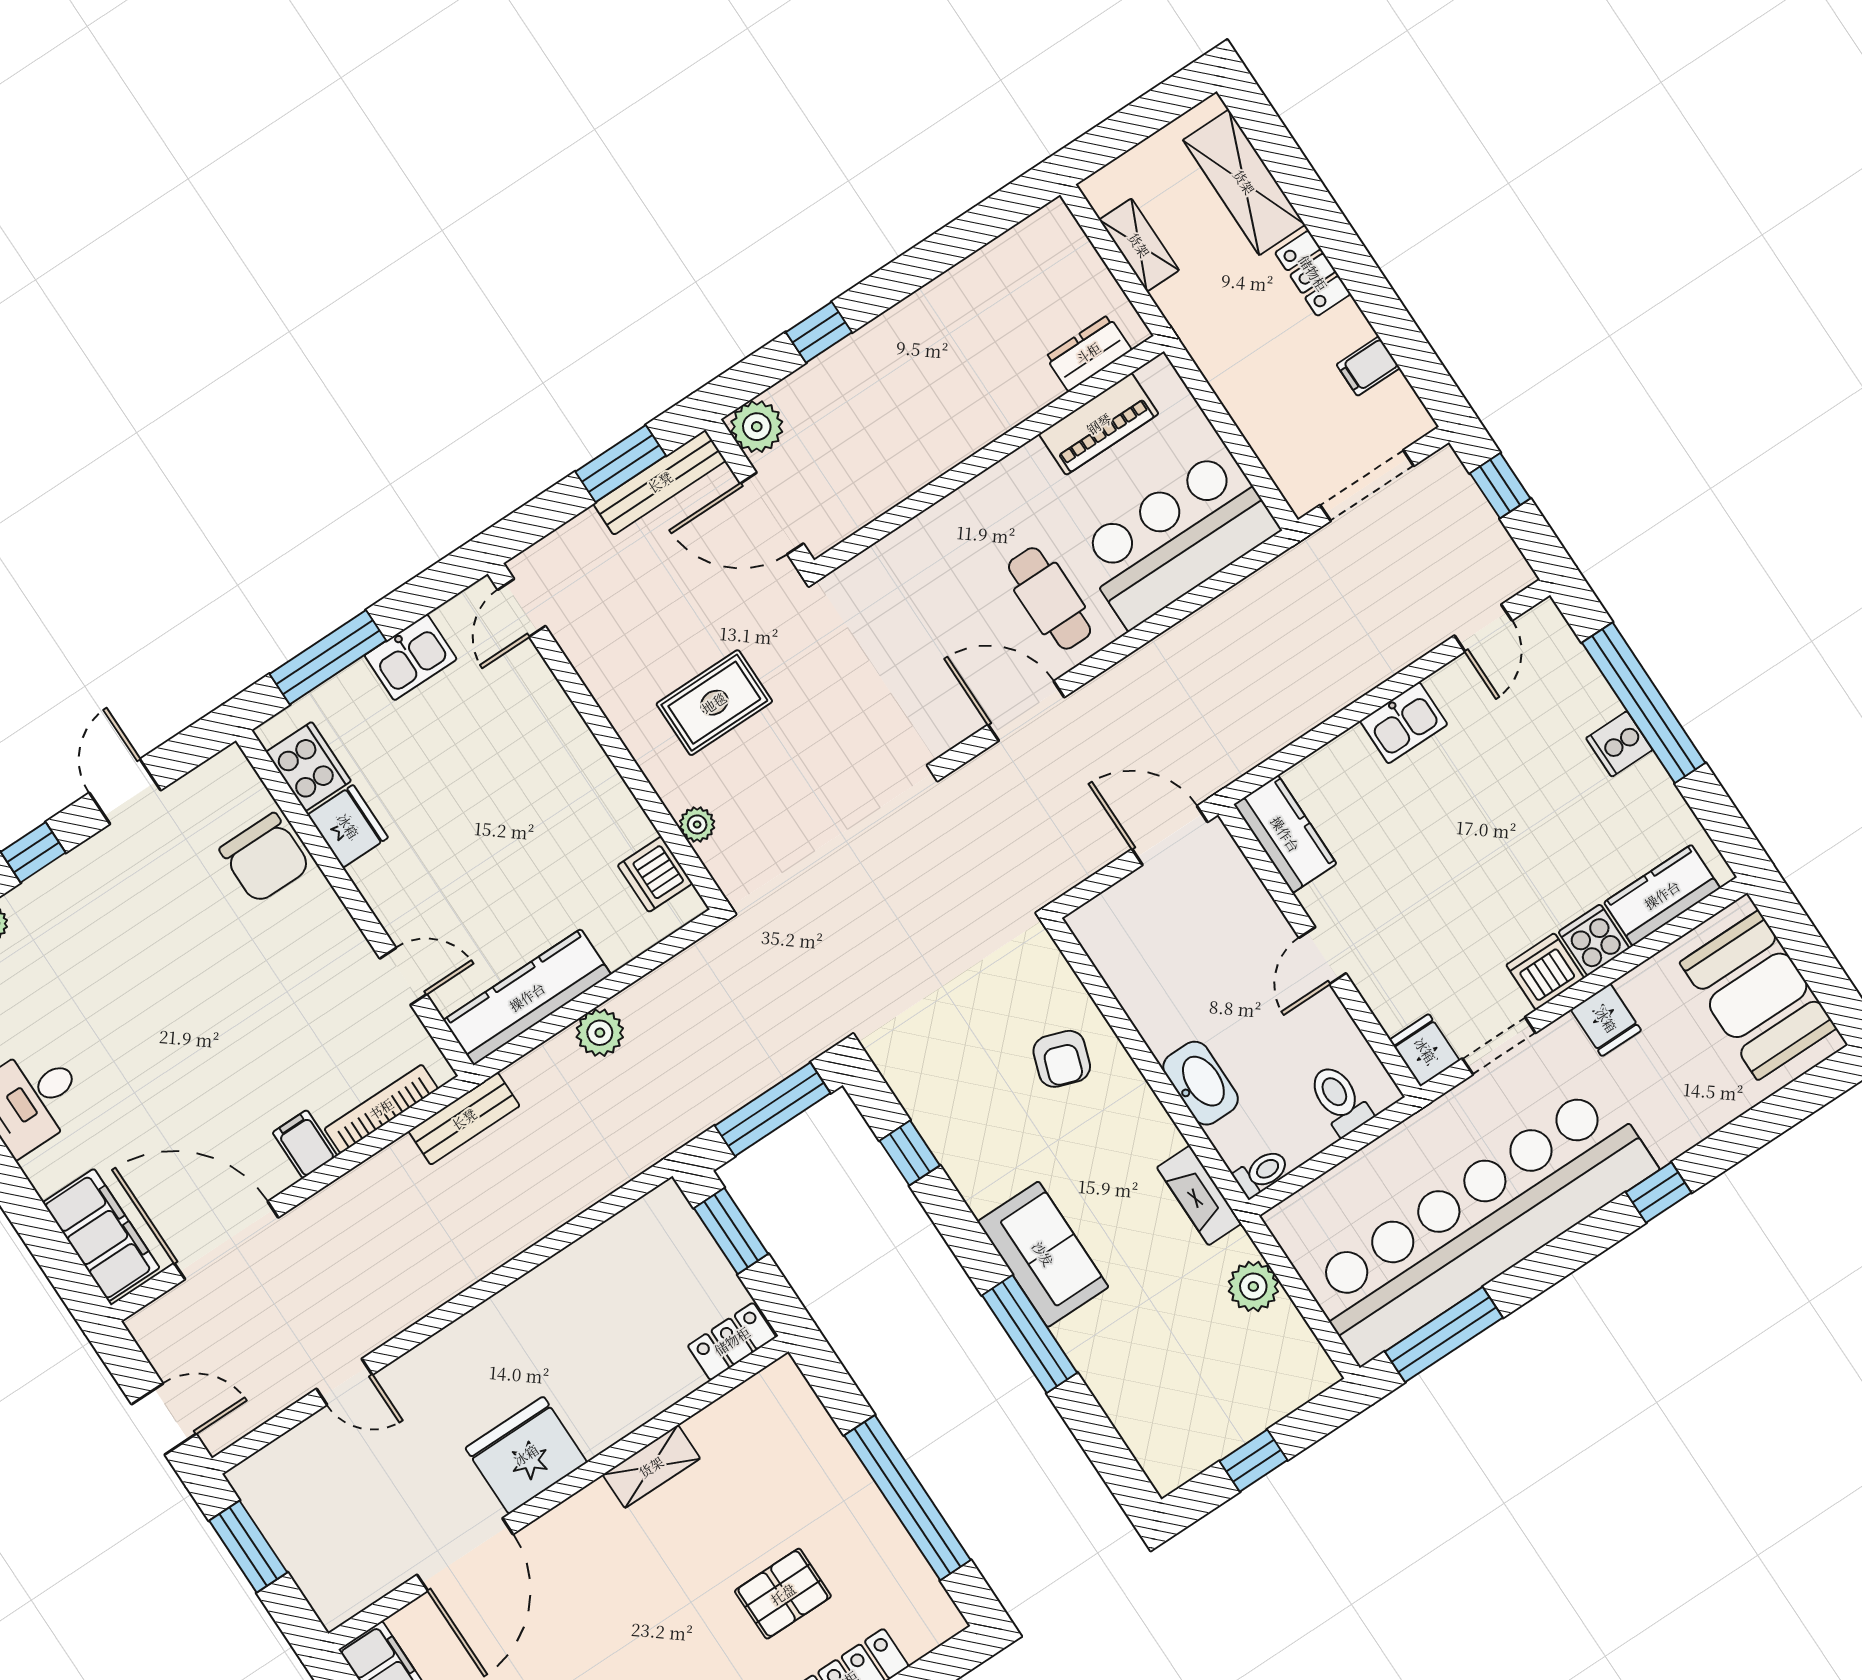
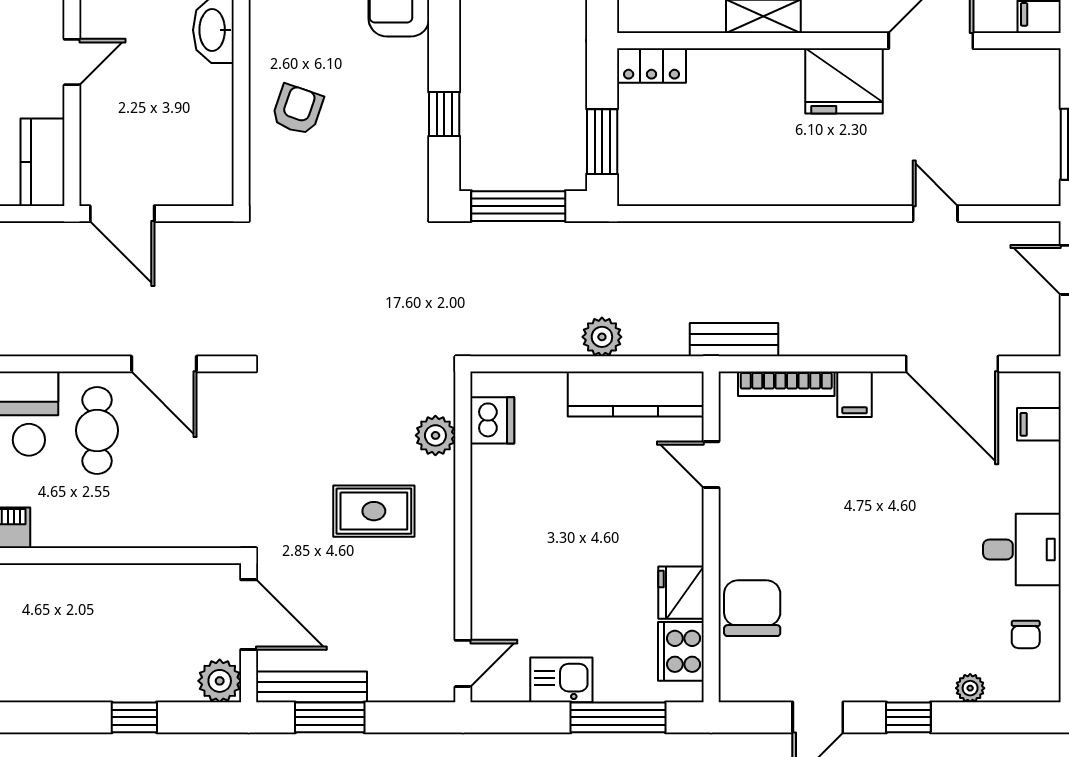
plant: (697, 824) -> (435, 435), width x1.38, depth x1.38
filing cabinet: (101, 1235) -> (1039, 424), width x0.33, depth x0.86

